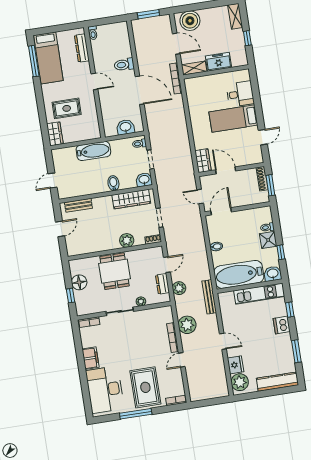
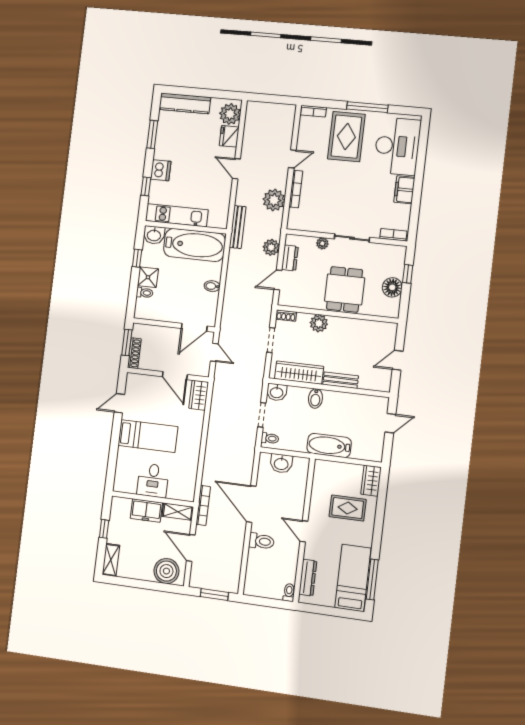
desk: (240, 94) -> (153, 480), moved, turned -90
bench: (78, 205) -> (341, 380), moved

